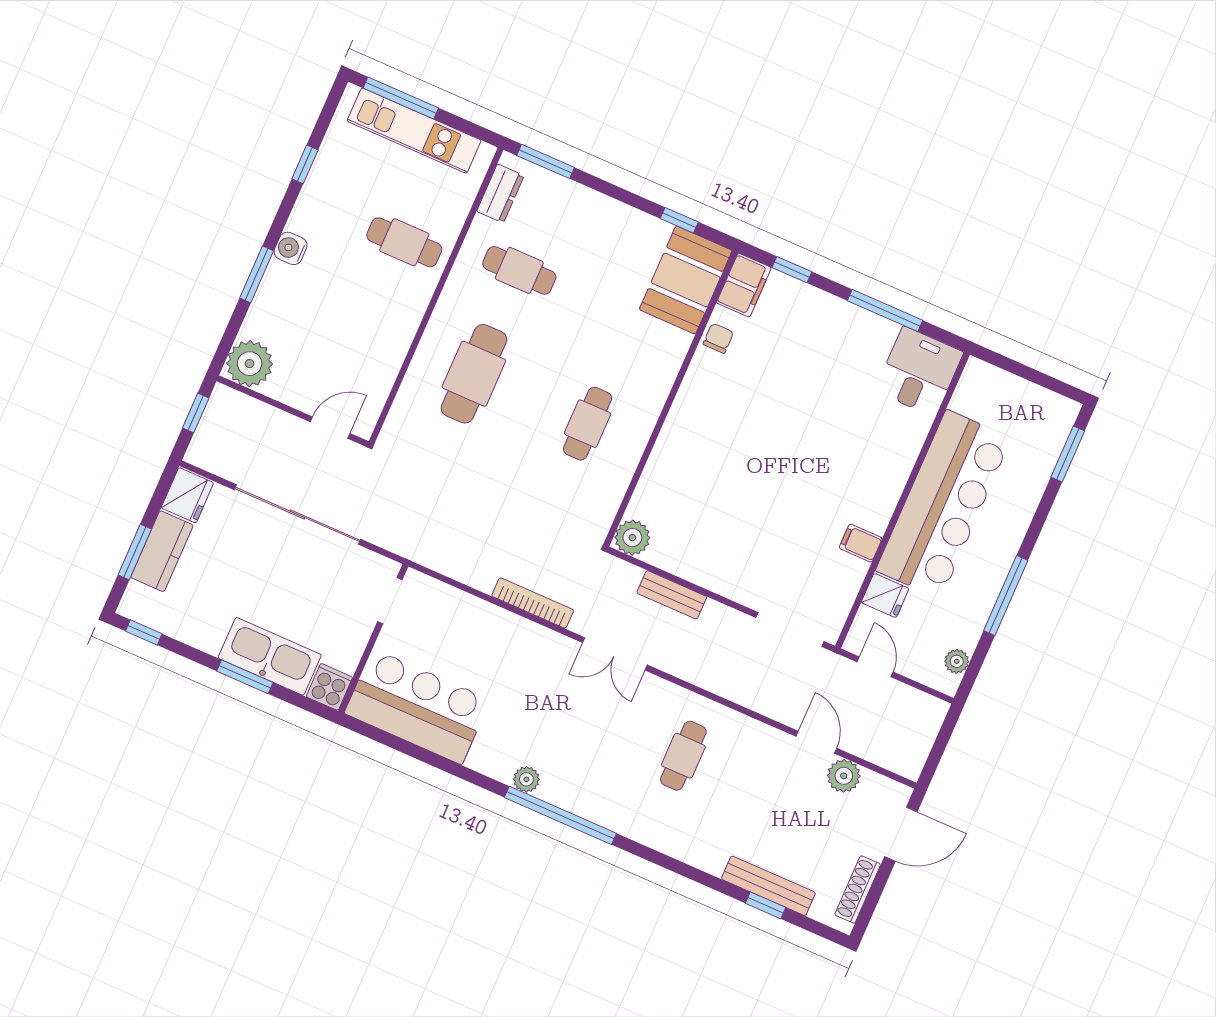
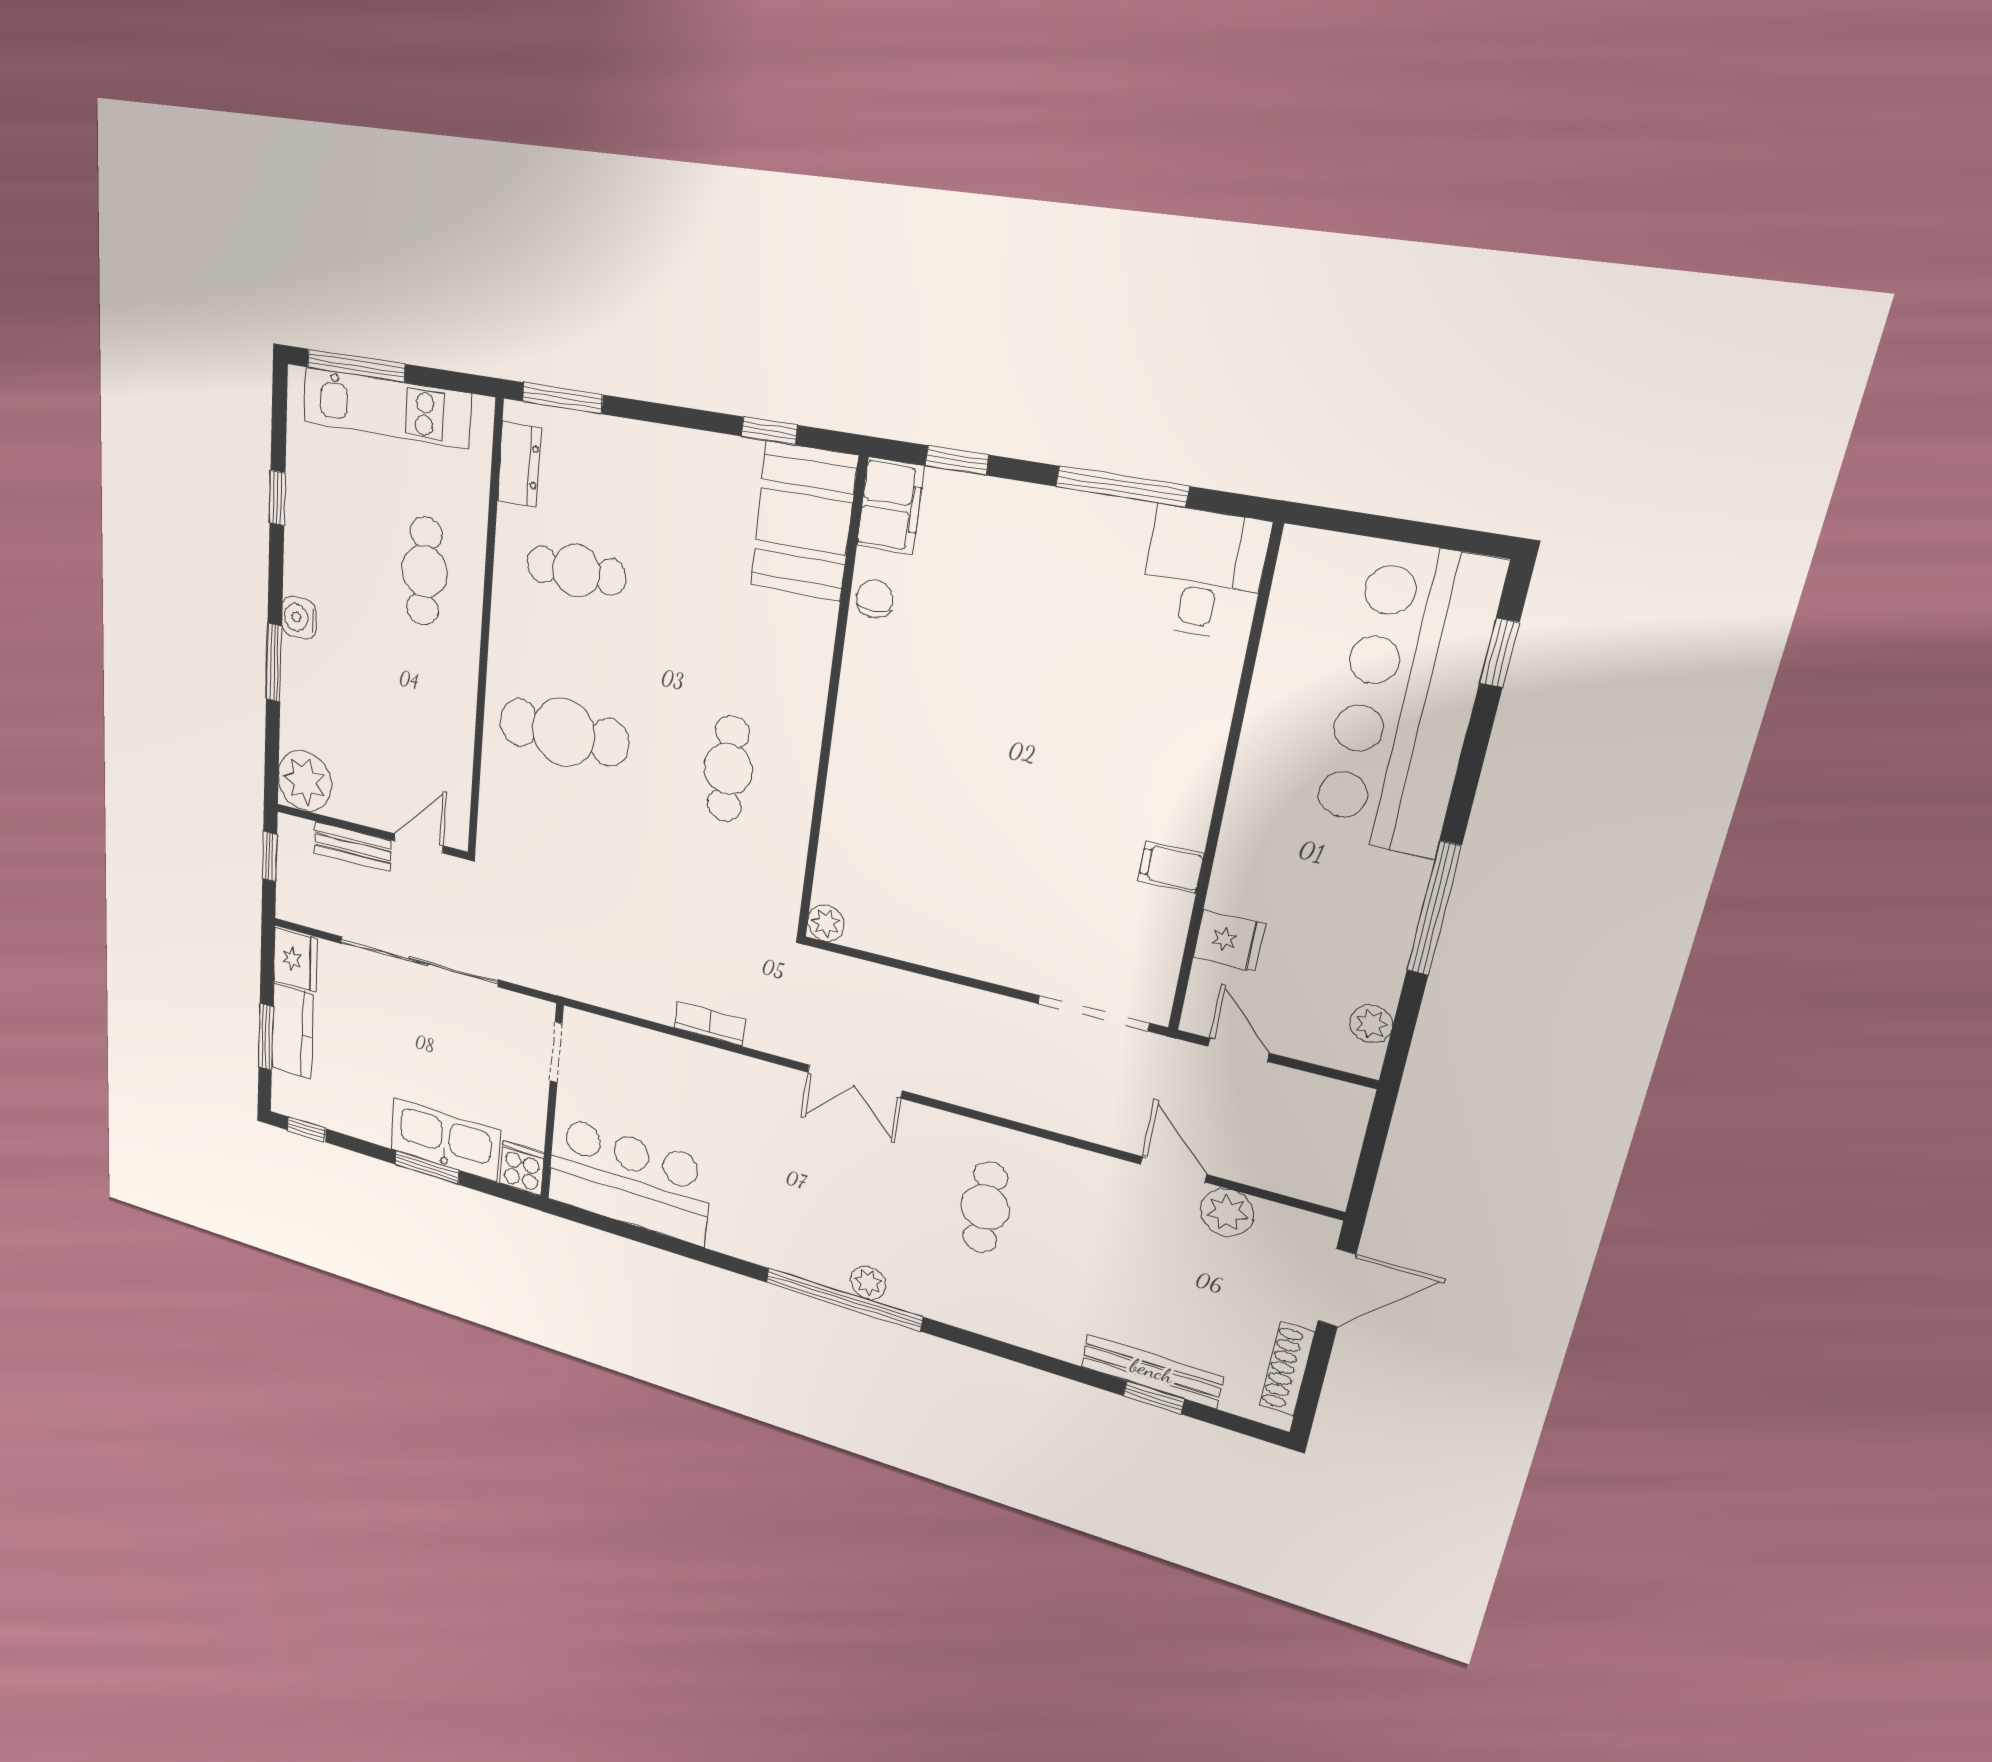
cafe table: (404, 242) -> (424, 571), turned 90
cafe table: (474, 374) -> (564, 732), turned 90
window: (1068, 454) -> (1499, 653), width x0.67
bar counter: (943, 504) -> (1406, 702), moved, turned 180
plant: (632, 538) -> (826, 923), width x0.73, depth x0.73
bench: (672, 595) -> (352, 847), moved
bookcase: (533, 603) -> (710, 1024), width x0.64
plant: (526, 779) -> (868, 1283), moved

